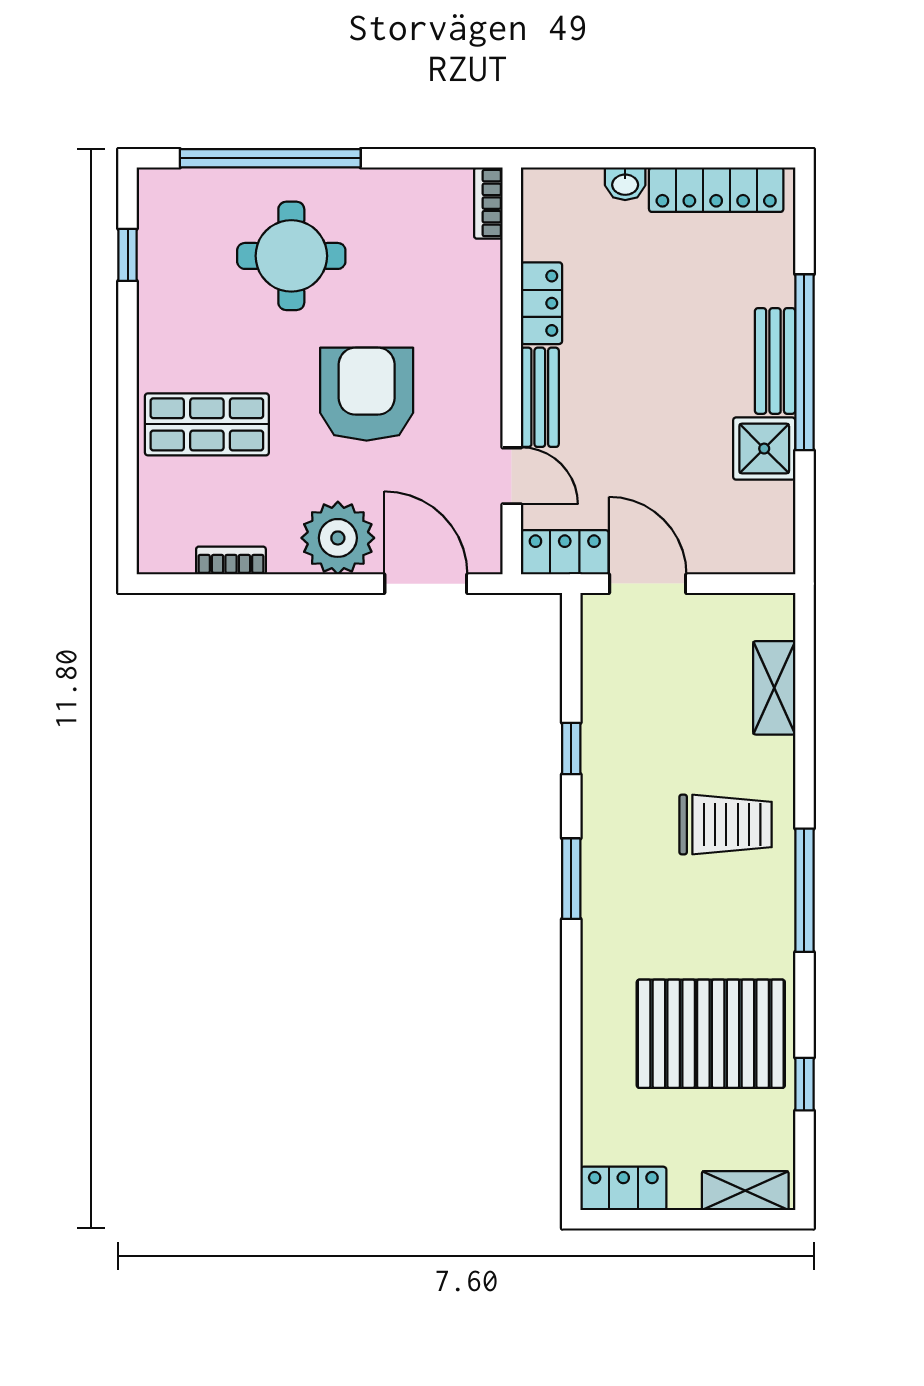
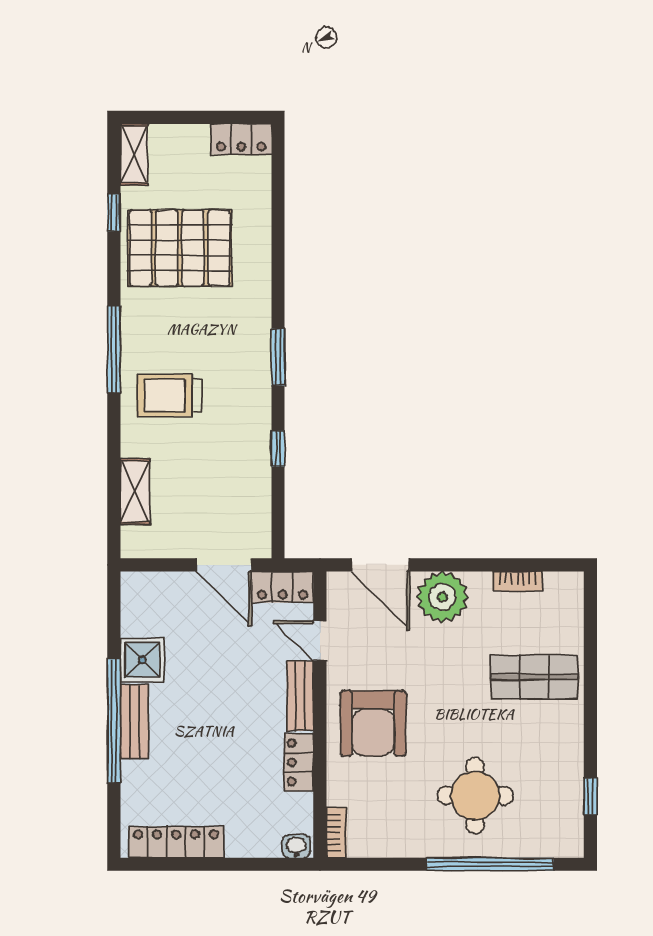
washbasin: (625, 184) -> (296, 846), moved
armchair: (367, 394) -> (373, 723), moved
shelving: (745, 1191) -> (134, 154), moved, turned 90

